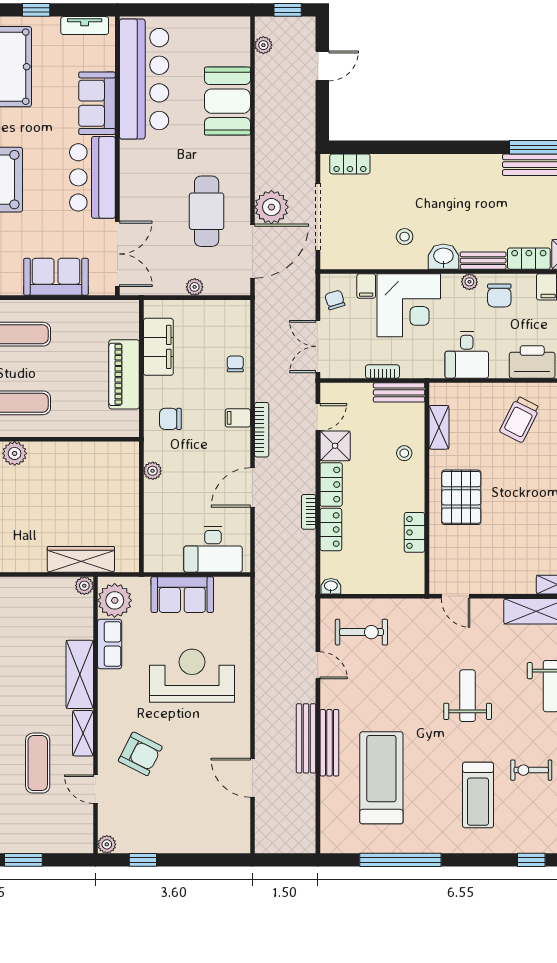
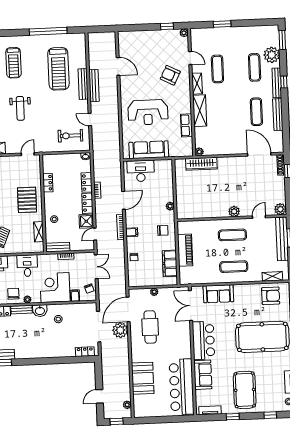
sofa: (182, 595) -> (149, 150), width x1.36
door: (456, 596) -> (28, 154), hinge flipped
plant: (115, 600) -> (185, 146), removed
treadmill: (478, 795) -> (14, 63), turned 180

